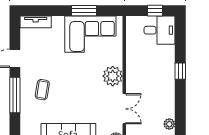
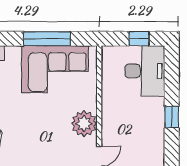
window: (84, 11) -> (47, 39), width x1.44
desk: (160, 30) -> (145, 71), width x1.37

